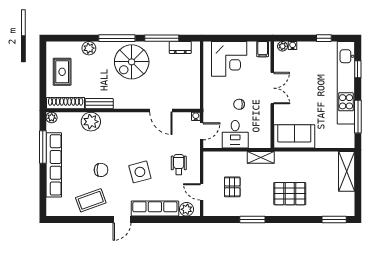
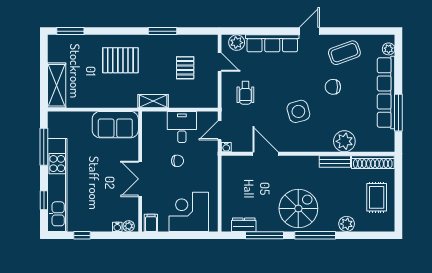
plant: (52, 117) -> (389, 49), moved
side table: (140, 172) -> (298, 111), moved

